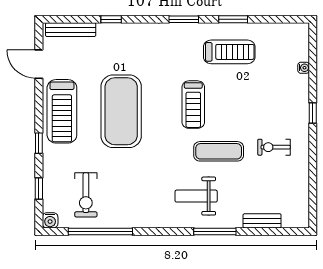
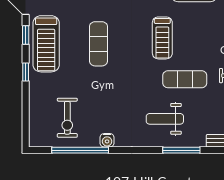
exercise mat: (121, 111) -> (98, 44), width x0.50, depth x0.69
window: (39, 189) -> (26, 35), moved
water cooler: (50, 220) -> (107, 140), moved

